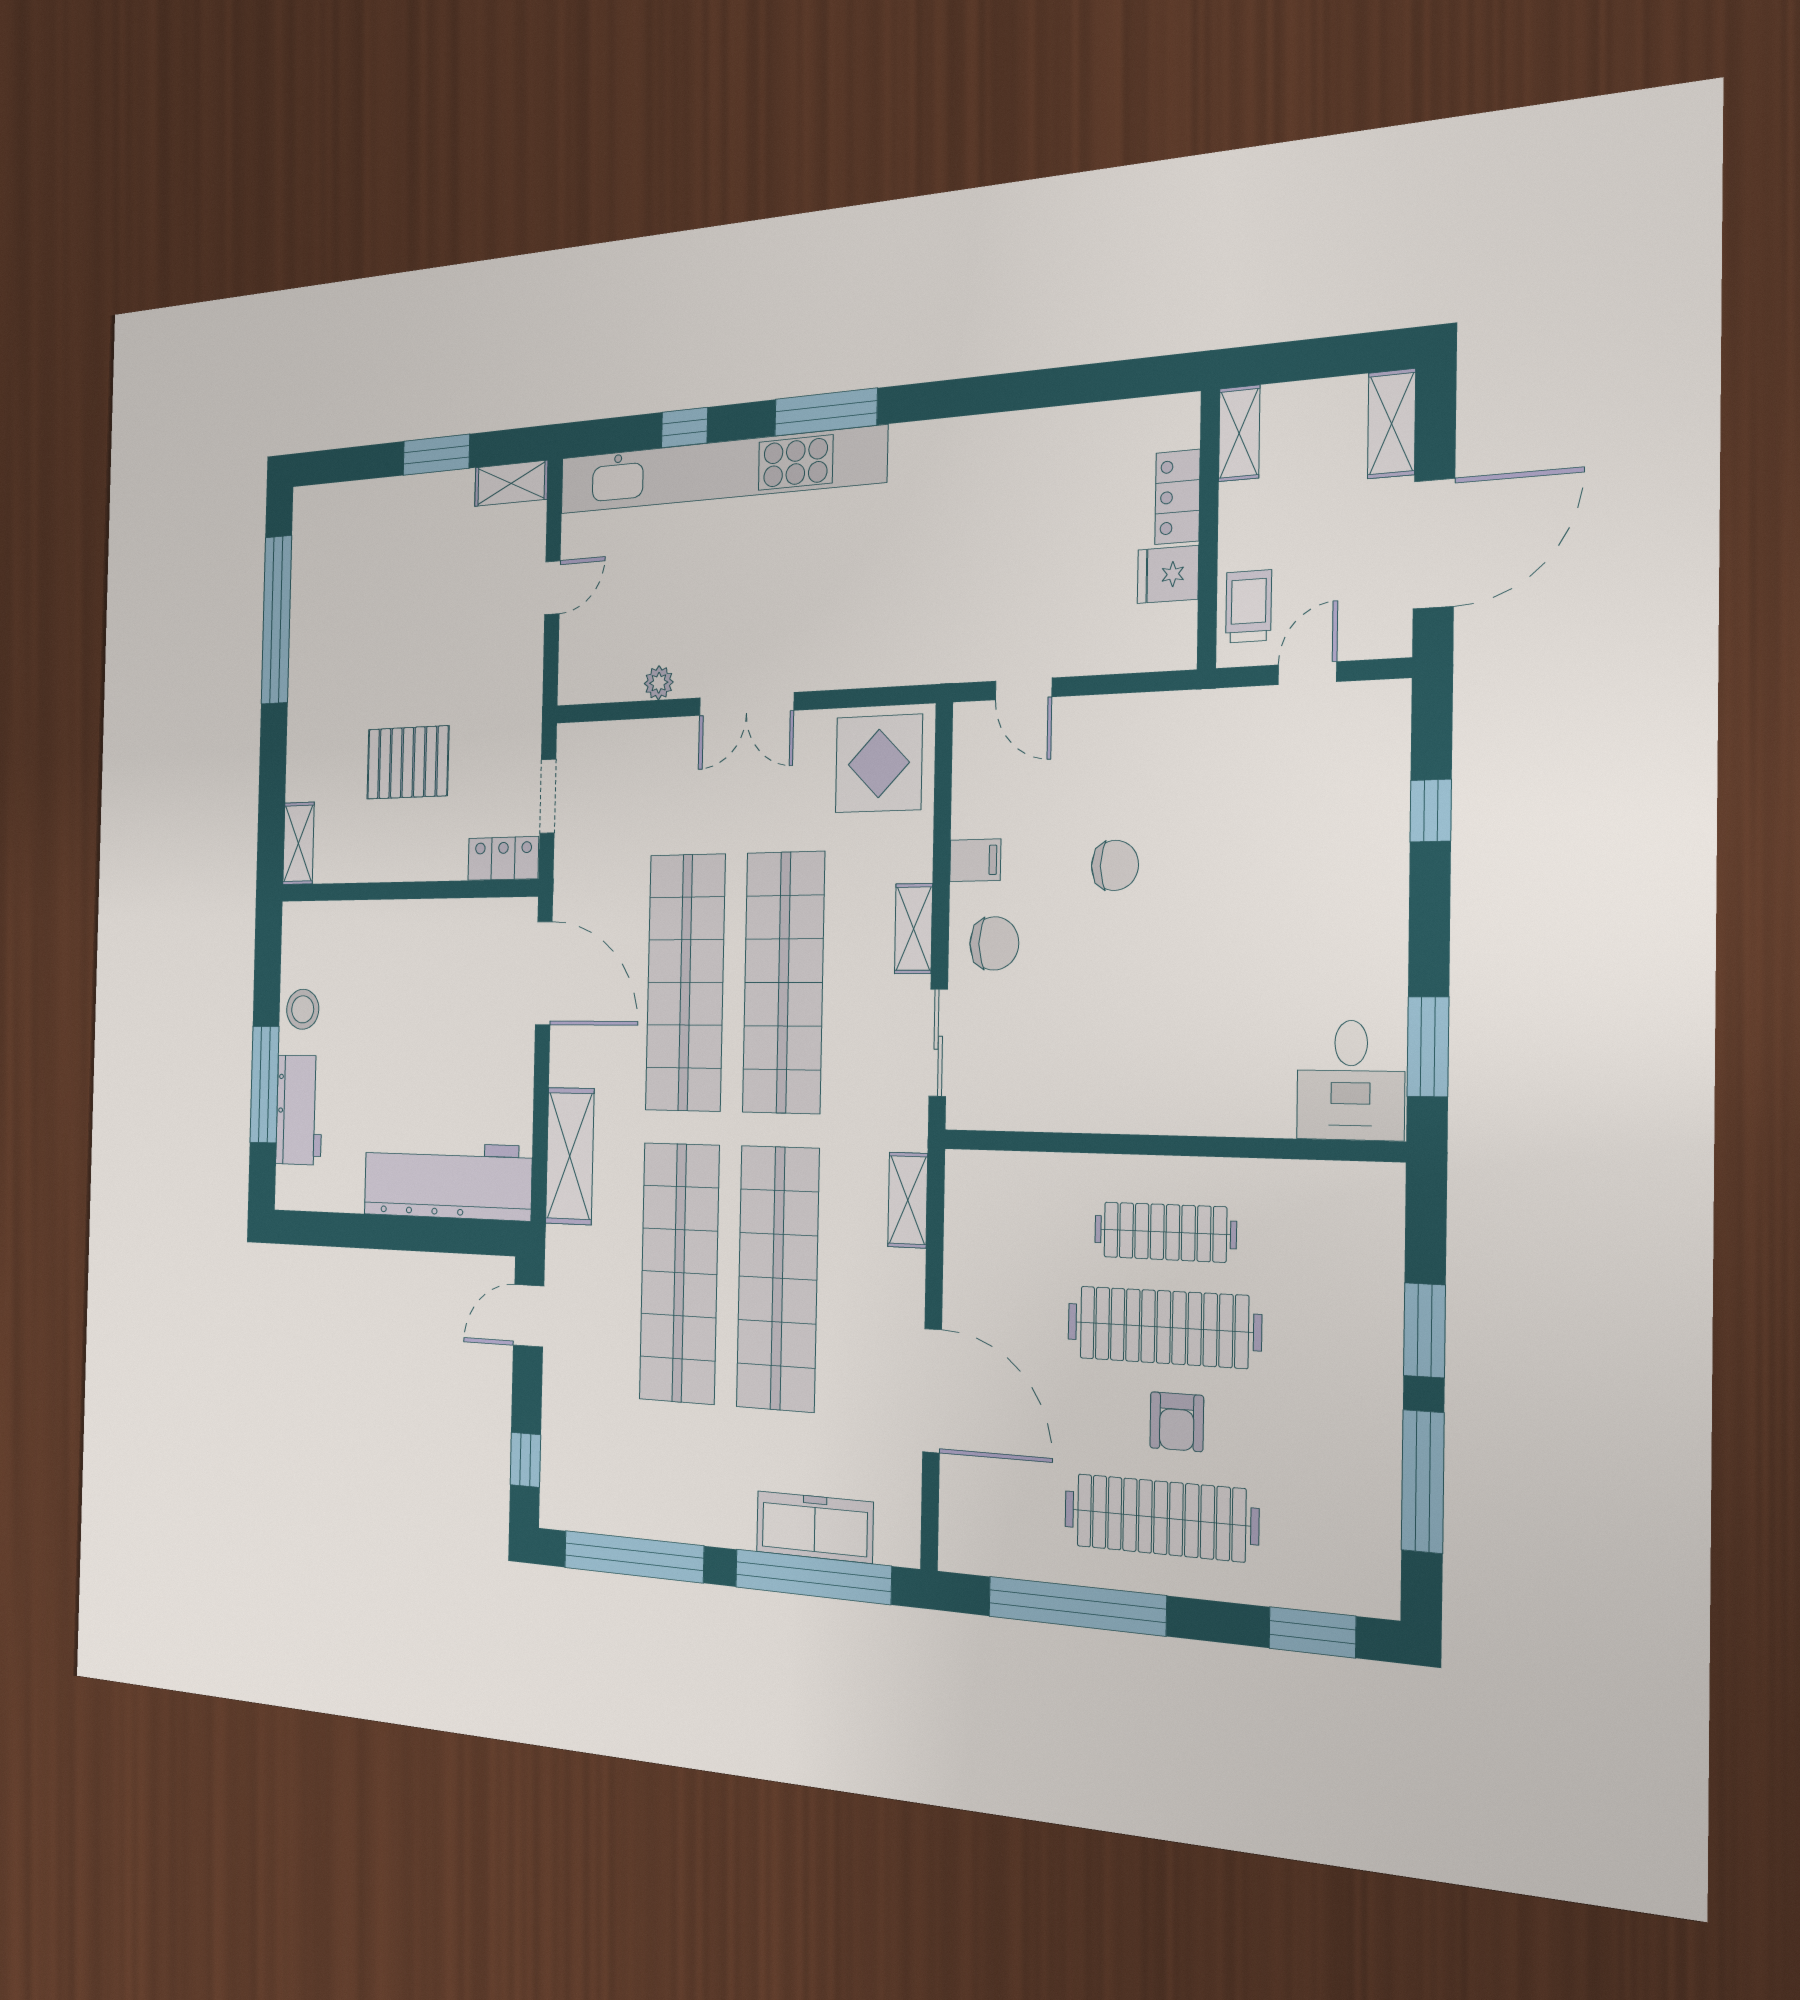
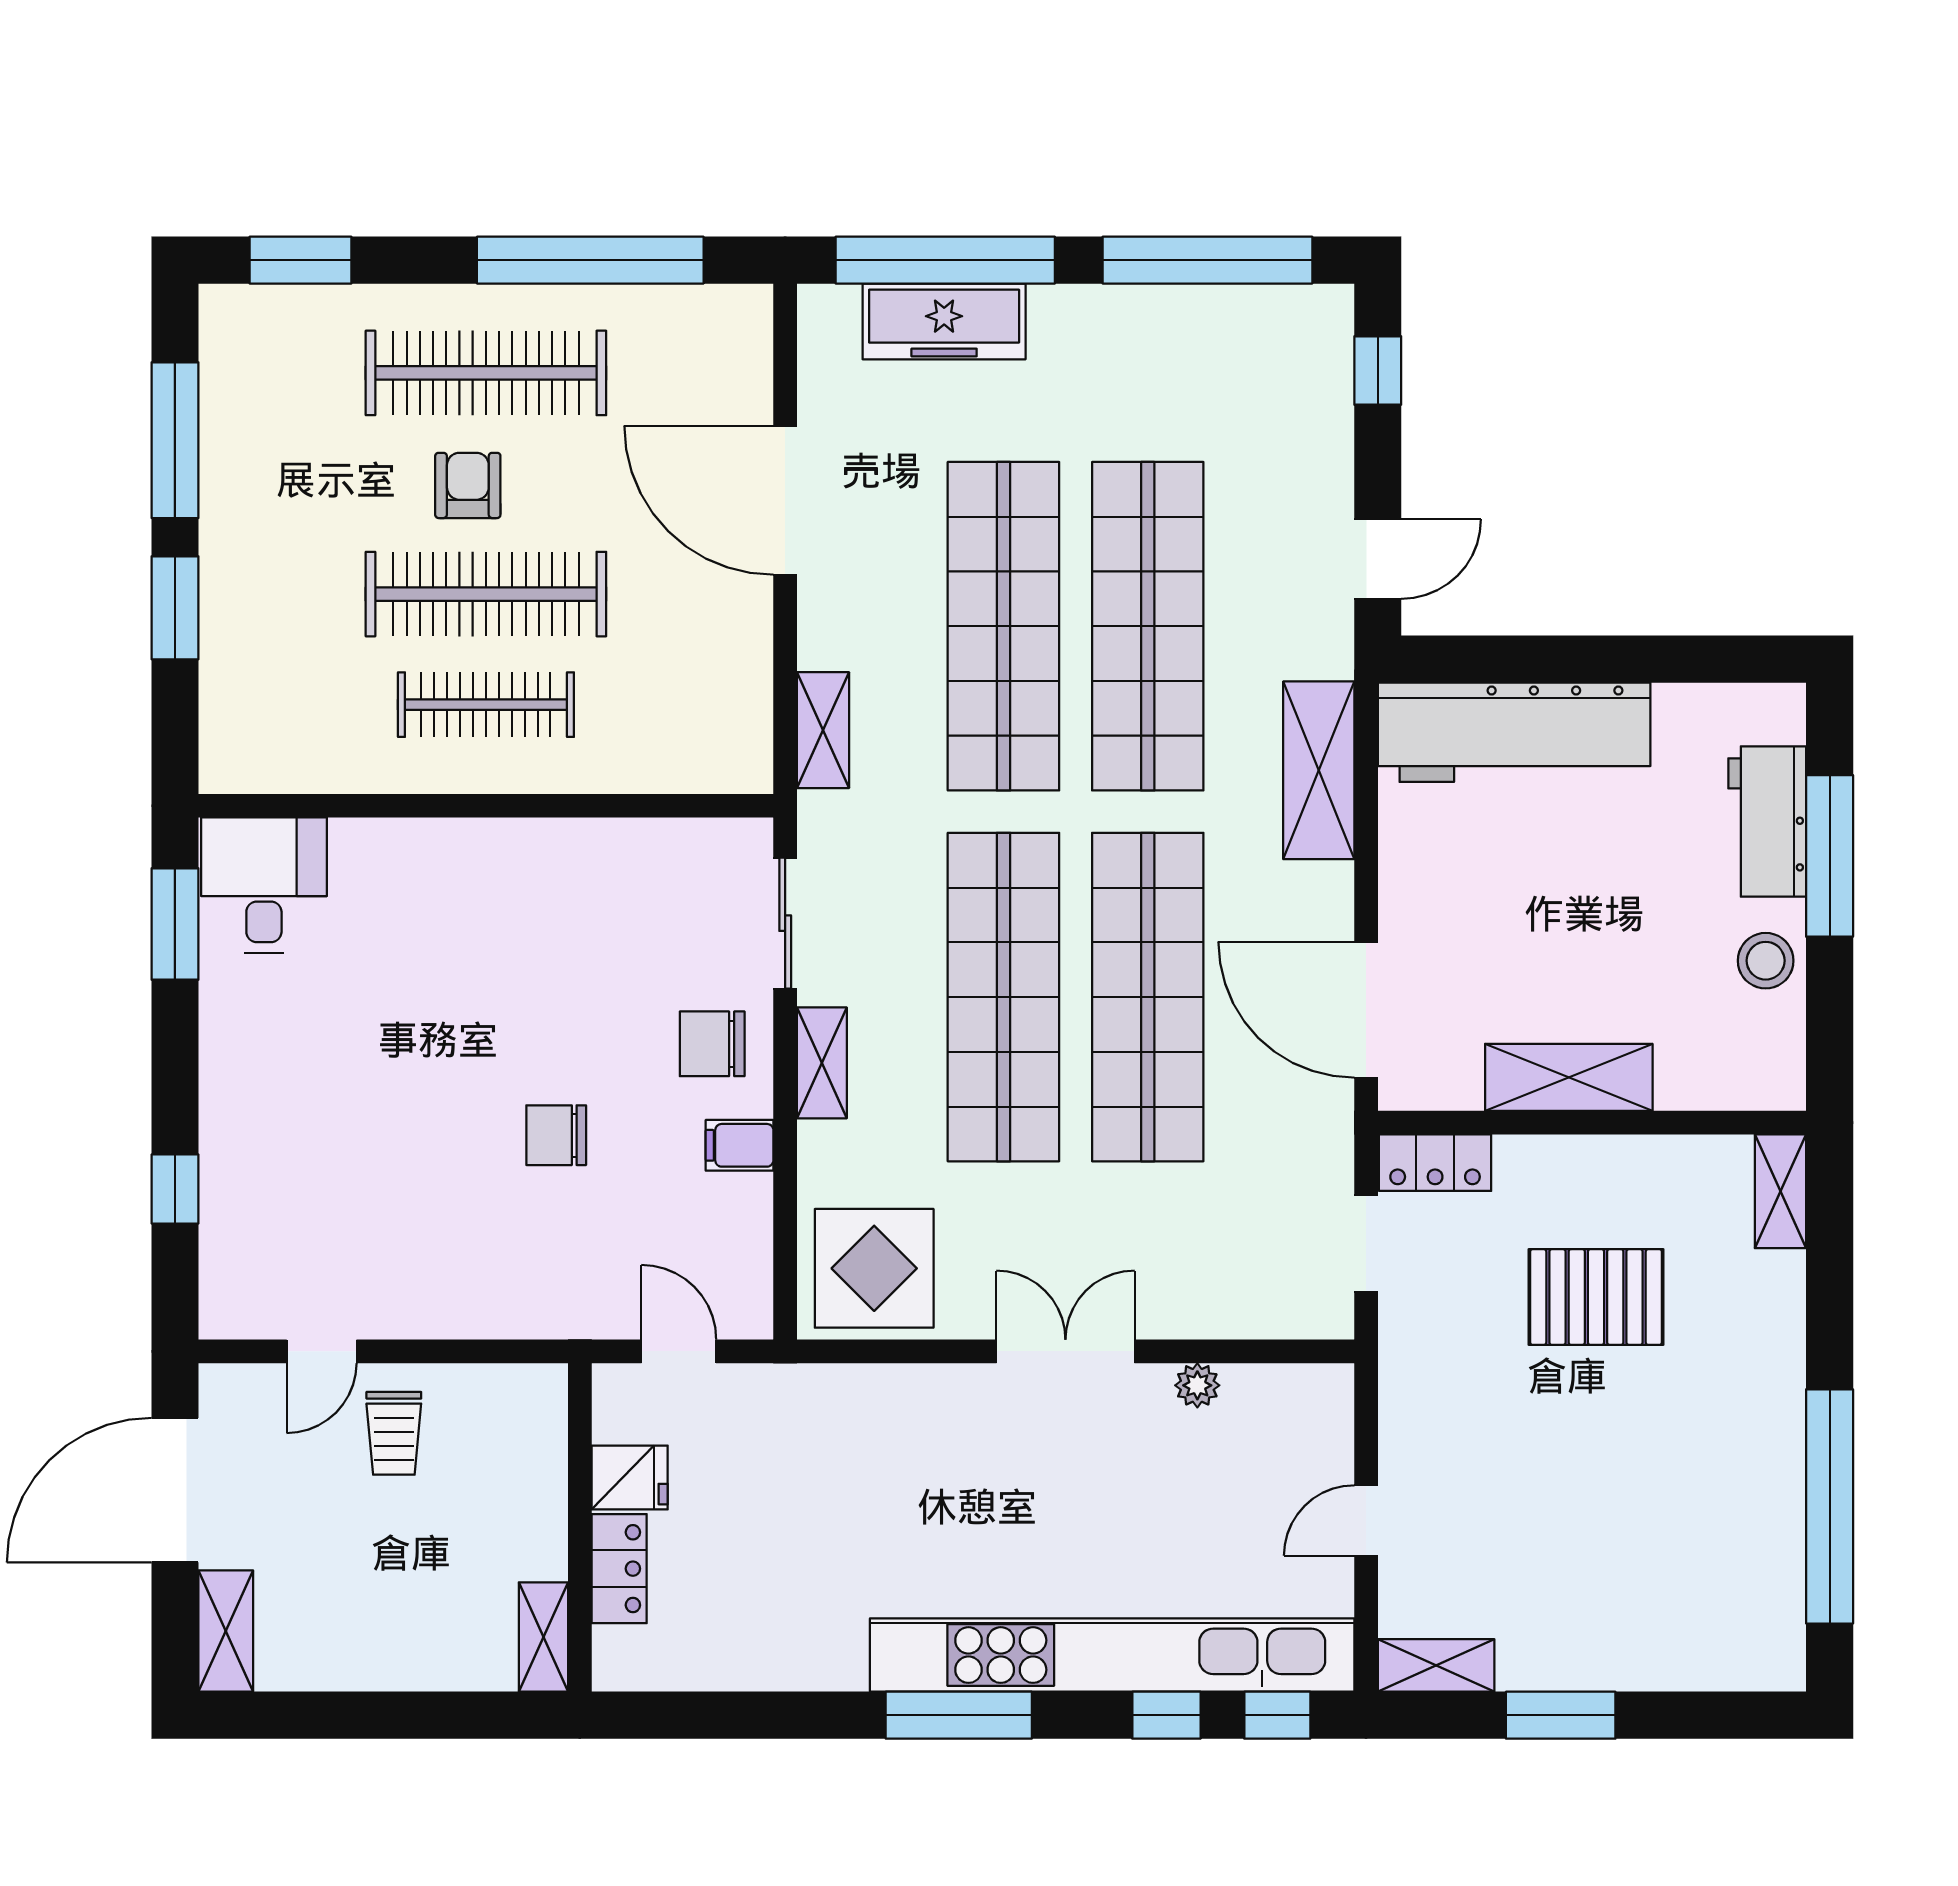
shelving: (1239, 433) -> (543, 1637), moved
window: (612, 435) -> (1277, 1715), added
locker: (1177, 497) -> (619, 1569), moved
wall: (1208, 529) -> (580, 1527), moved
fridge: (1168, 575) -> (630, 1477), moved
shelving: (420, 924) -> (1569, 1077), added

